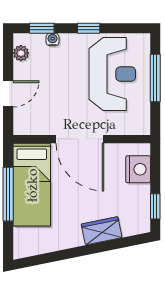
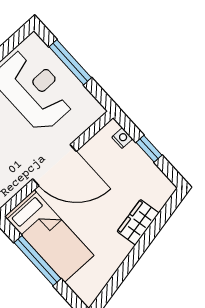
nightstand: (138, 169) -> (122, 138), width x0.53, depth x0.56
window: (155, 206) -> (149, 149), moved

